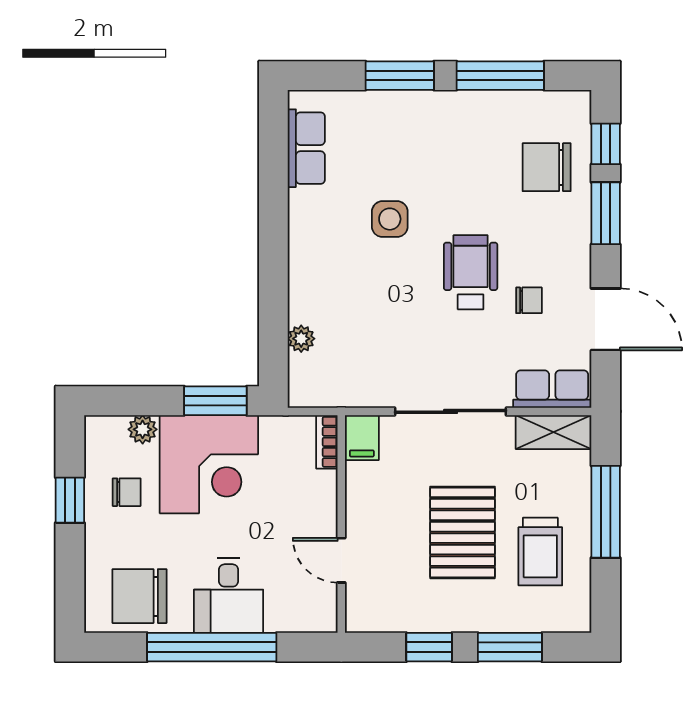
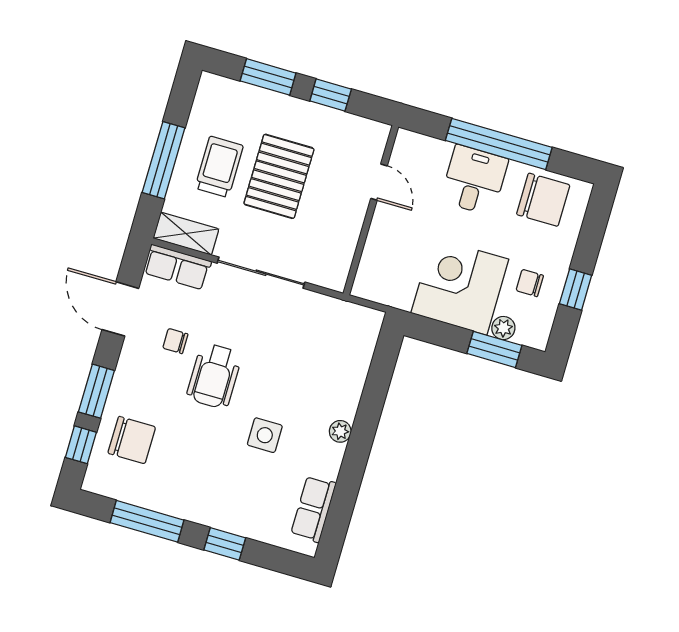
window: (400, 76) -> (225, 544), width x0.67
plant: (301, 339) -> (340, 431), moved
window: (215, 401) -> (494, 349), moved
filing cabinet: (362, 438) -> (336, 272), removed
bookcase: (327, 442) -> (363, 277), removed
trolley: (540, 552) -> (219, 167), moved

